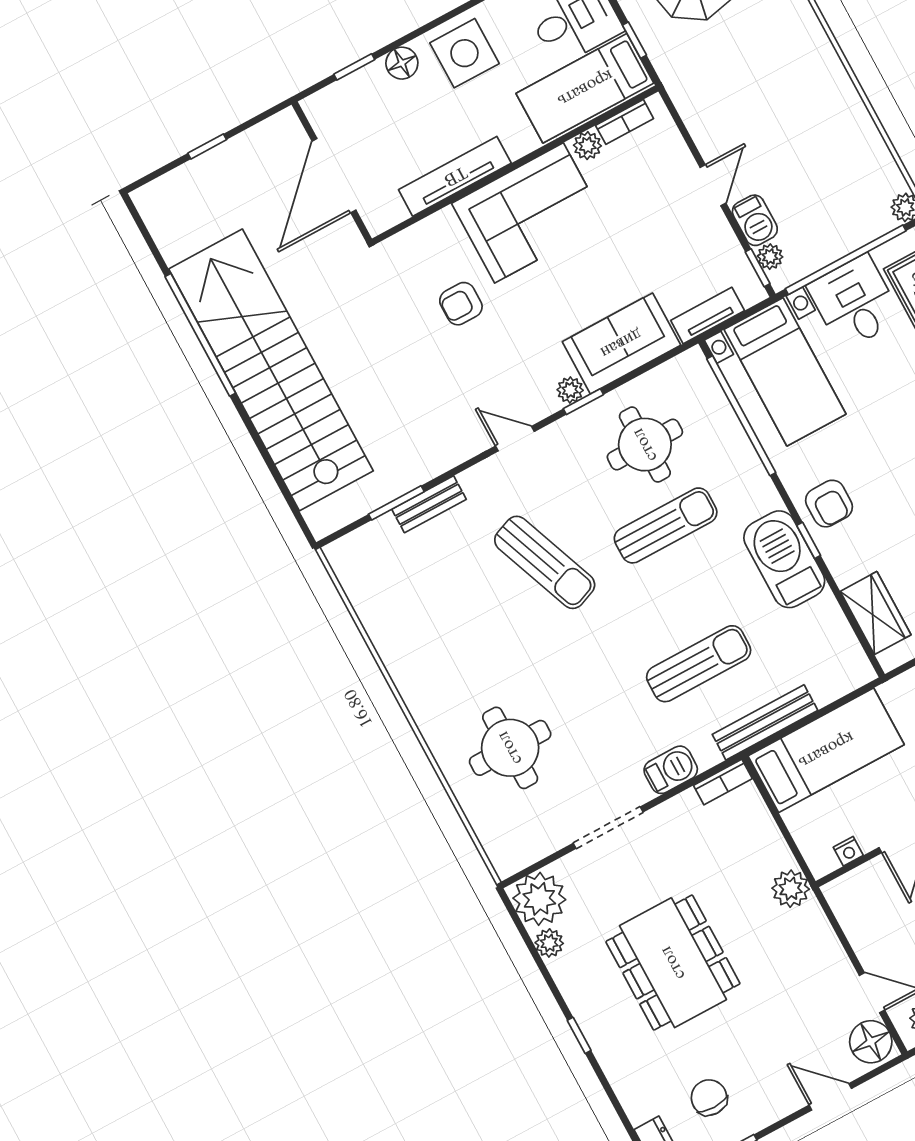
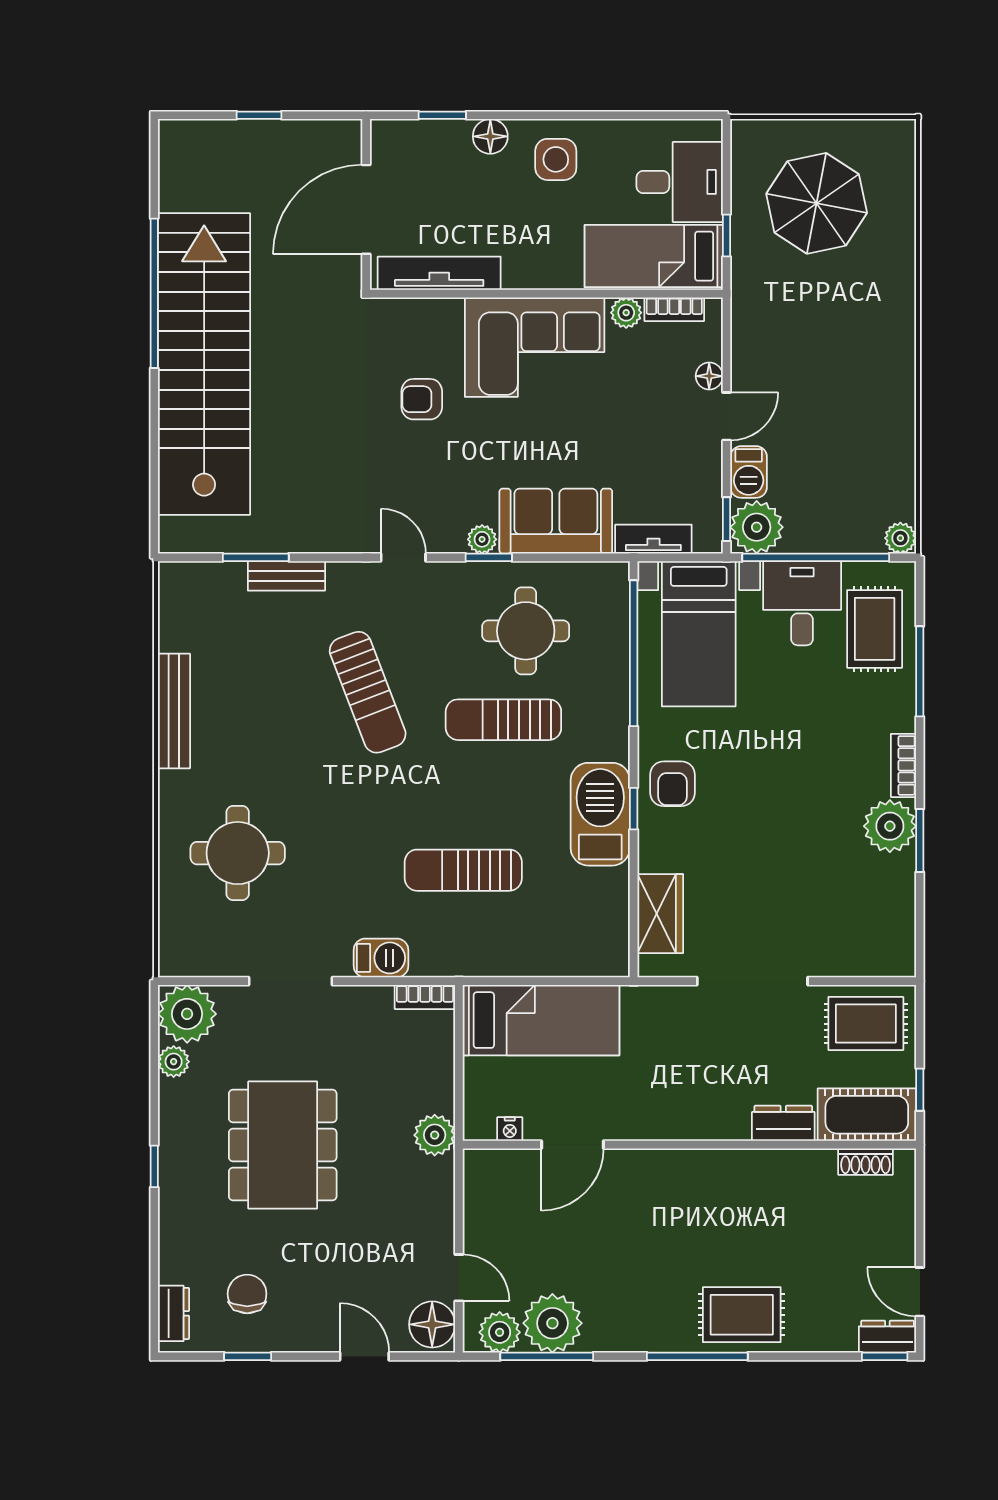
side table: (464, 53) -> (556, 159), width x0.73, depth x0.73
floor lamp: (682, 160) -> (709, 376), added
tv unit: (455, 176) -> (439, 273), moved
plant: (770, 257) -> (757, 527), width x1.88, depth x1.88
sun lounger: (666, 525) -> (503, 720), turned 180
sun lounger: (699, 664) -> (463, 870), turned 180
bench: (765, 722) -> (174, 711), moved, turned 90

